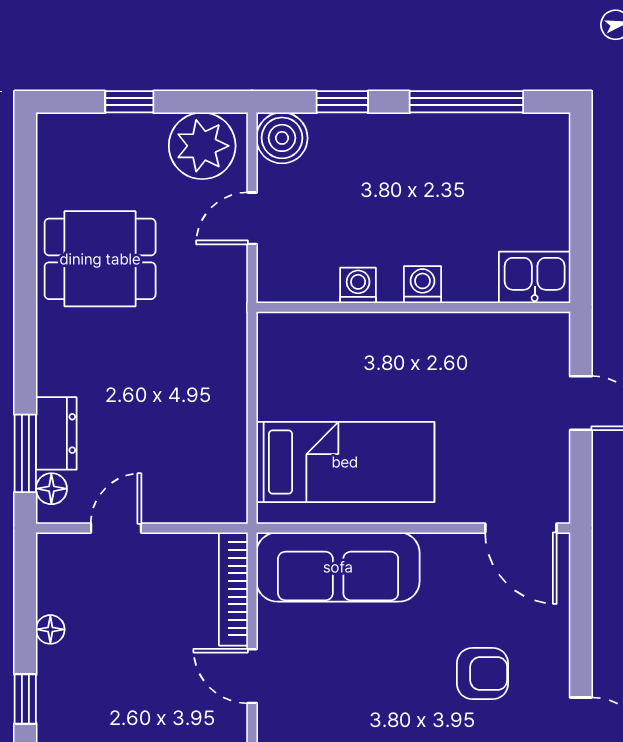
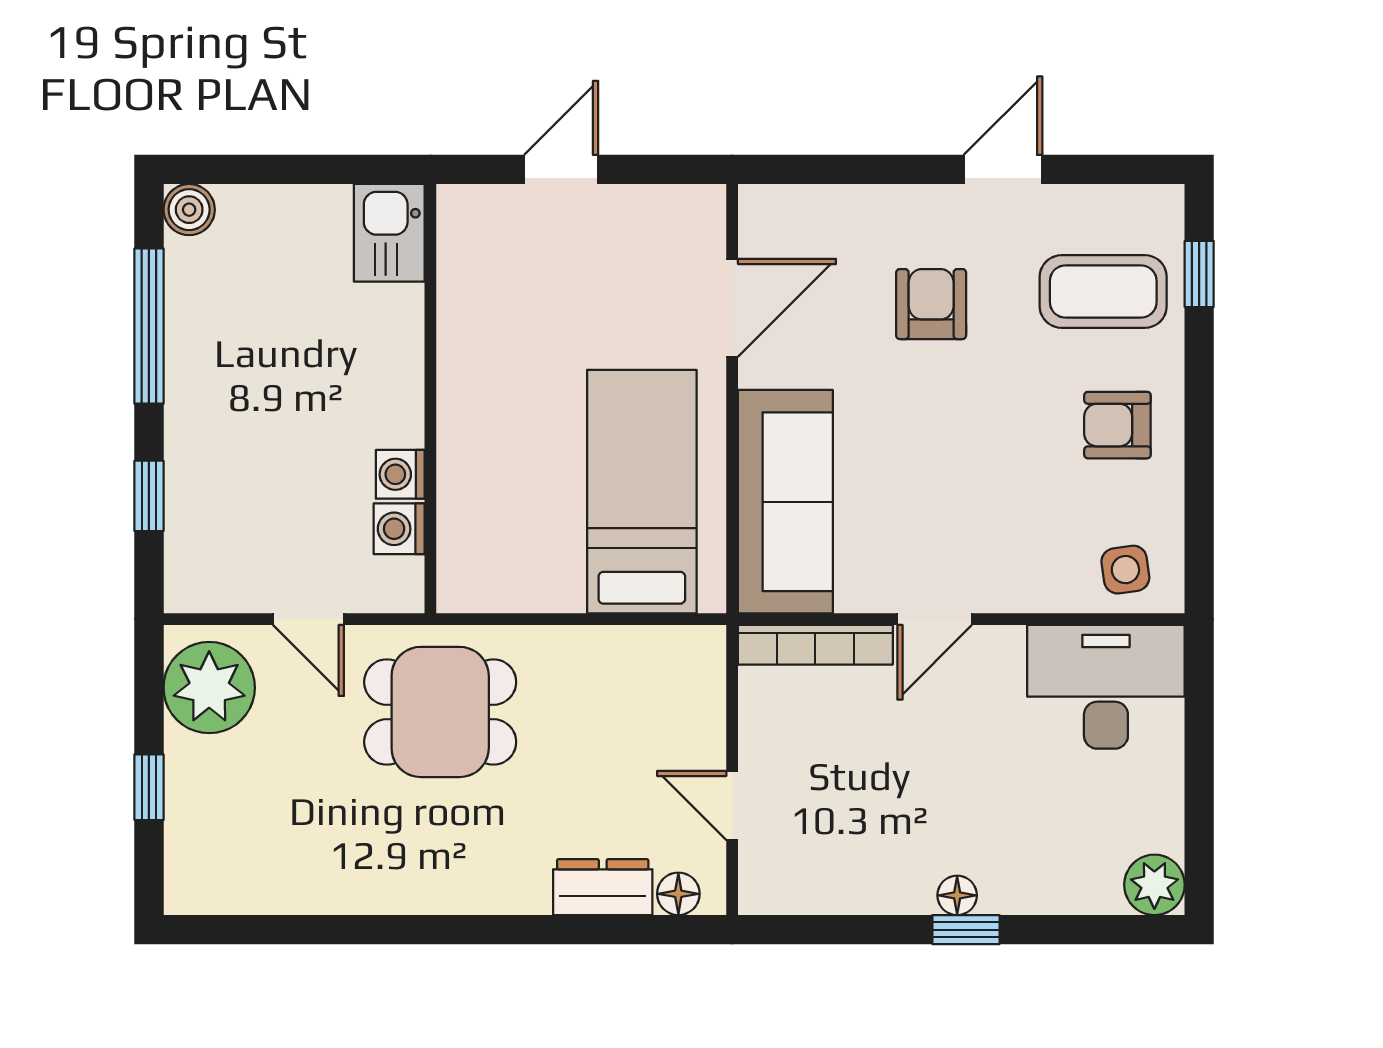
boiler: (282, 138) -> (189, 210), moved, width x0.73, depth x0.73
dining table: (100, 259) -> (440, 712), moved, turned 90
washing machine: (423, 285) -> (399, 529), moved
window: (25, 453) -> (630, 930), removed
door: (521, 528) -> (732, 308), moved
floor lamp: (50, 629) -> (957, 895), moved

